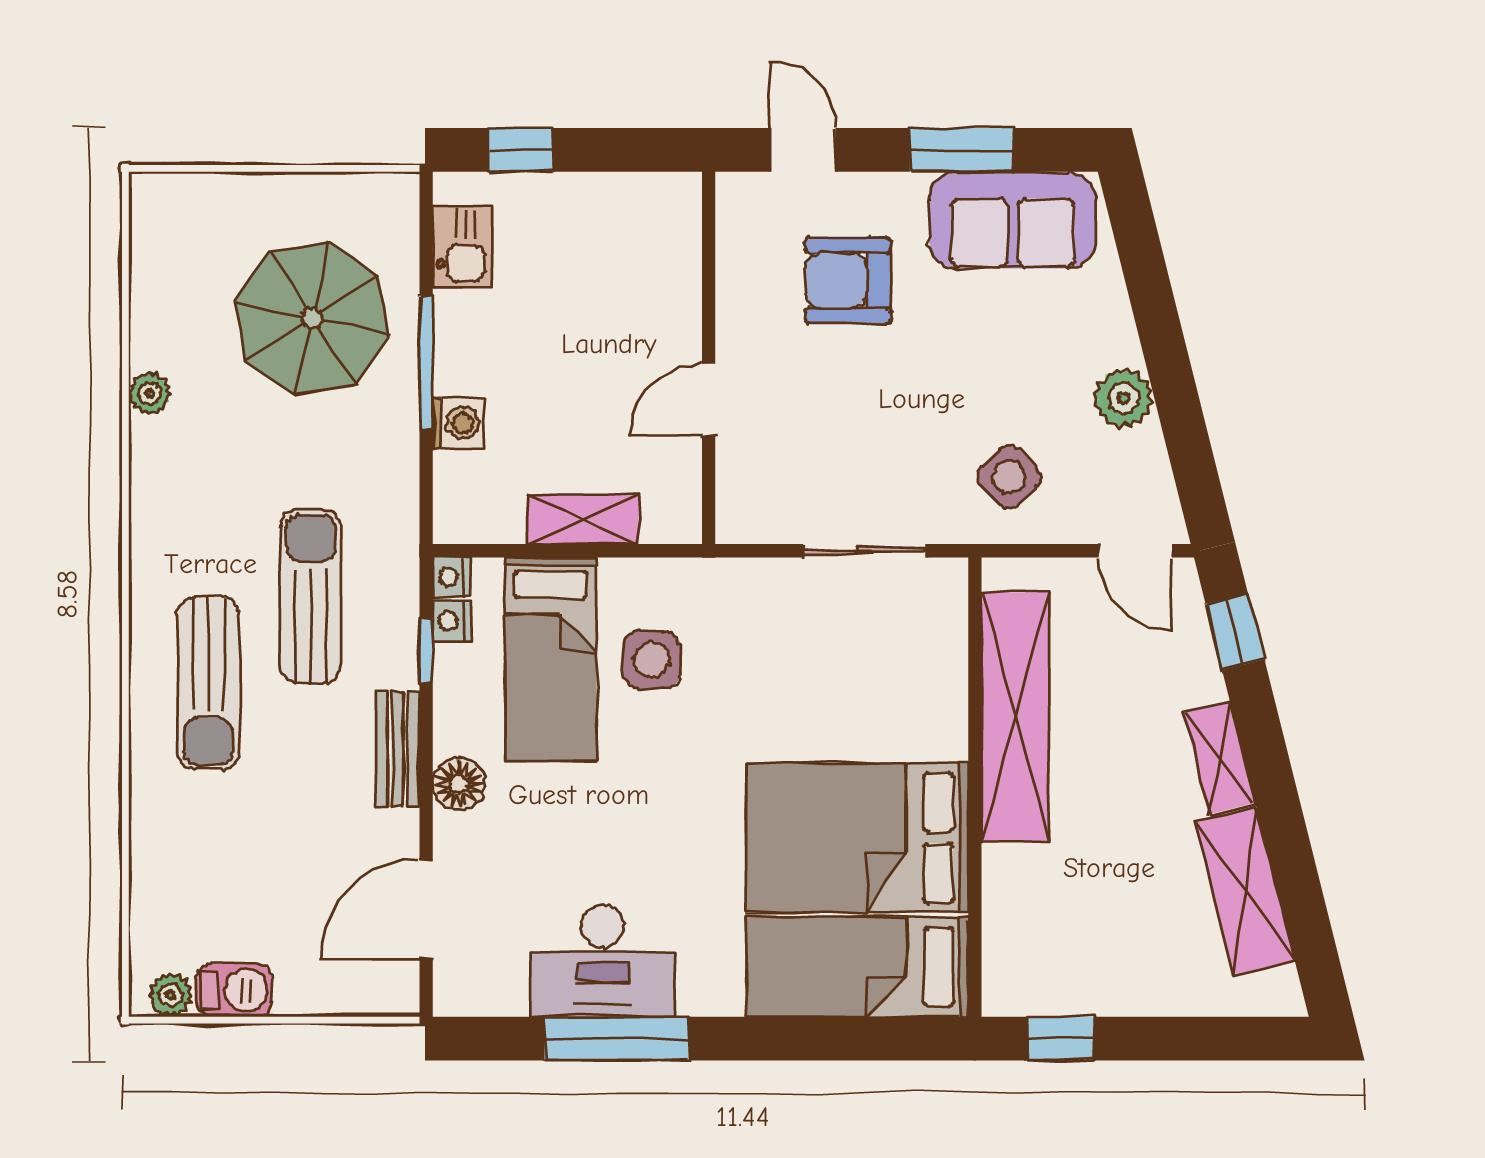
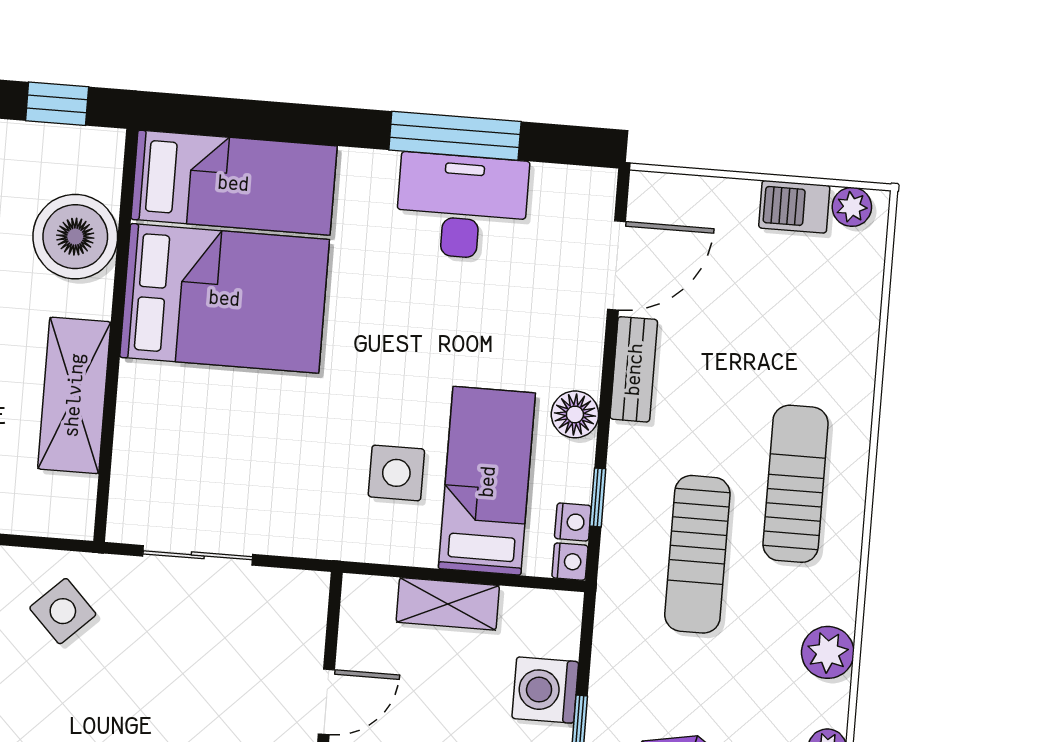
washing machine: (458, 423) -> (545, 690), width x1.38, depth x1.38
plant: (158, 499) -> (828, 652), added
shelving: (1015, 717) -> (74, 395), width x0.68
bench: (398, 749) -> (634, 369), moved
floor lamp: (459, 784) -> (575, 414), moved
boiler: (1028, 893) -> (75, 237), added

